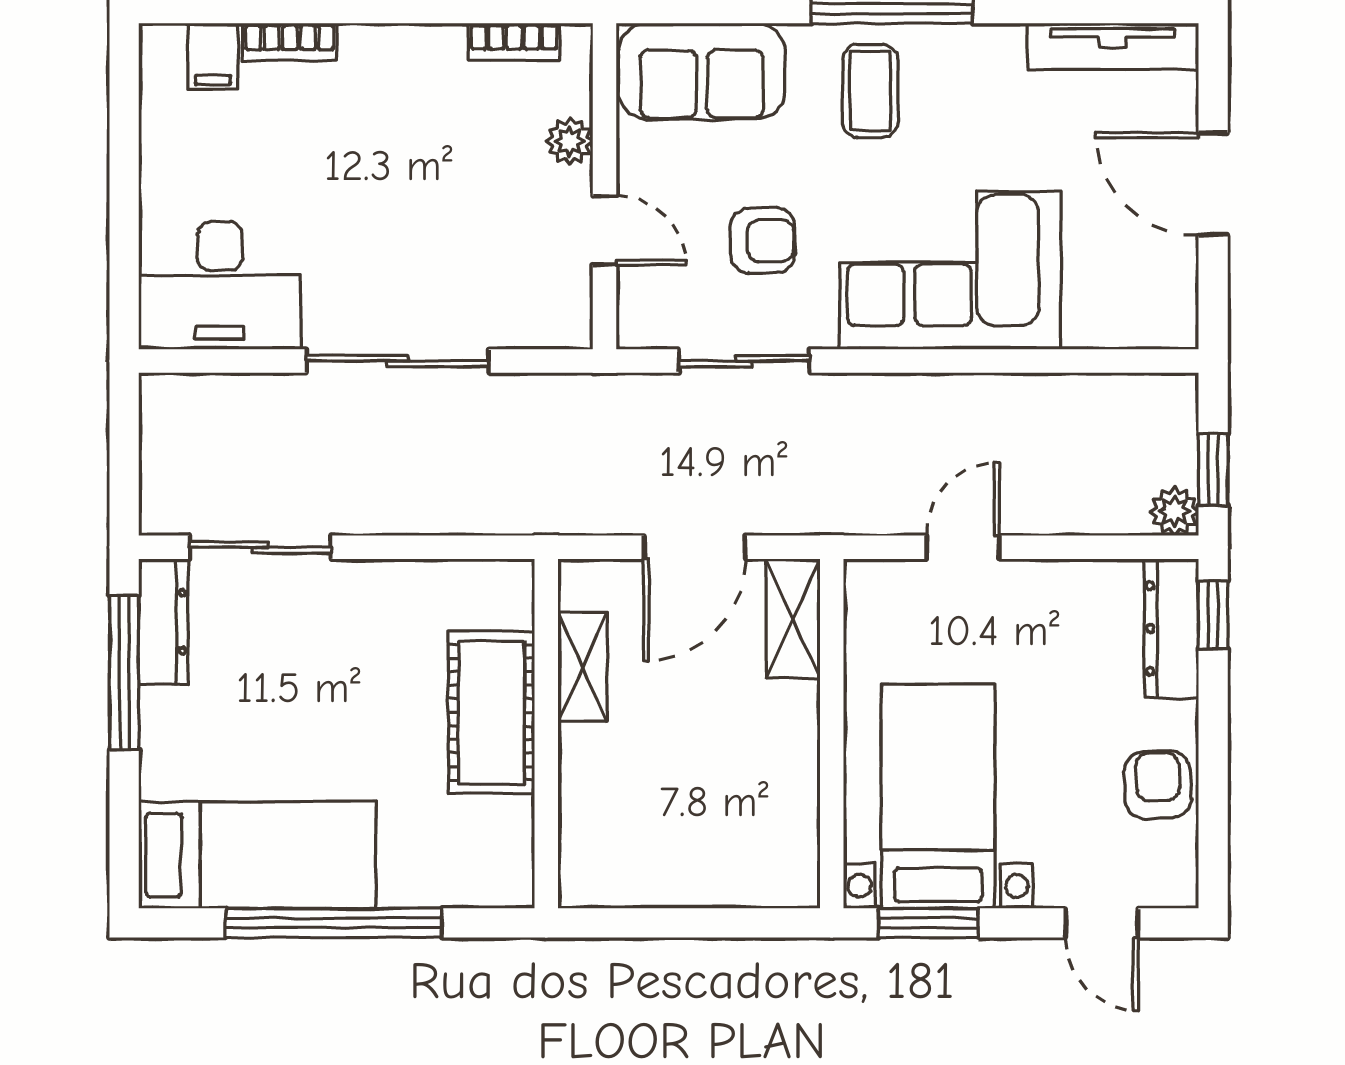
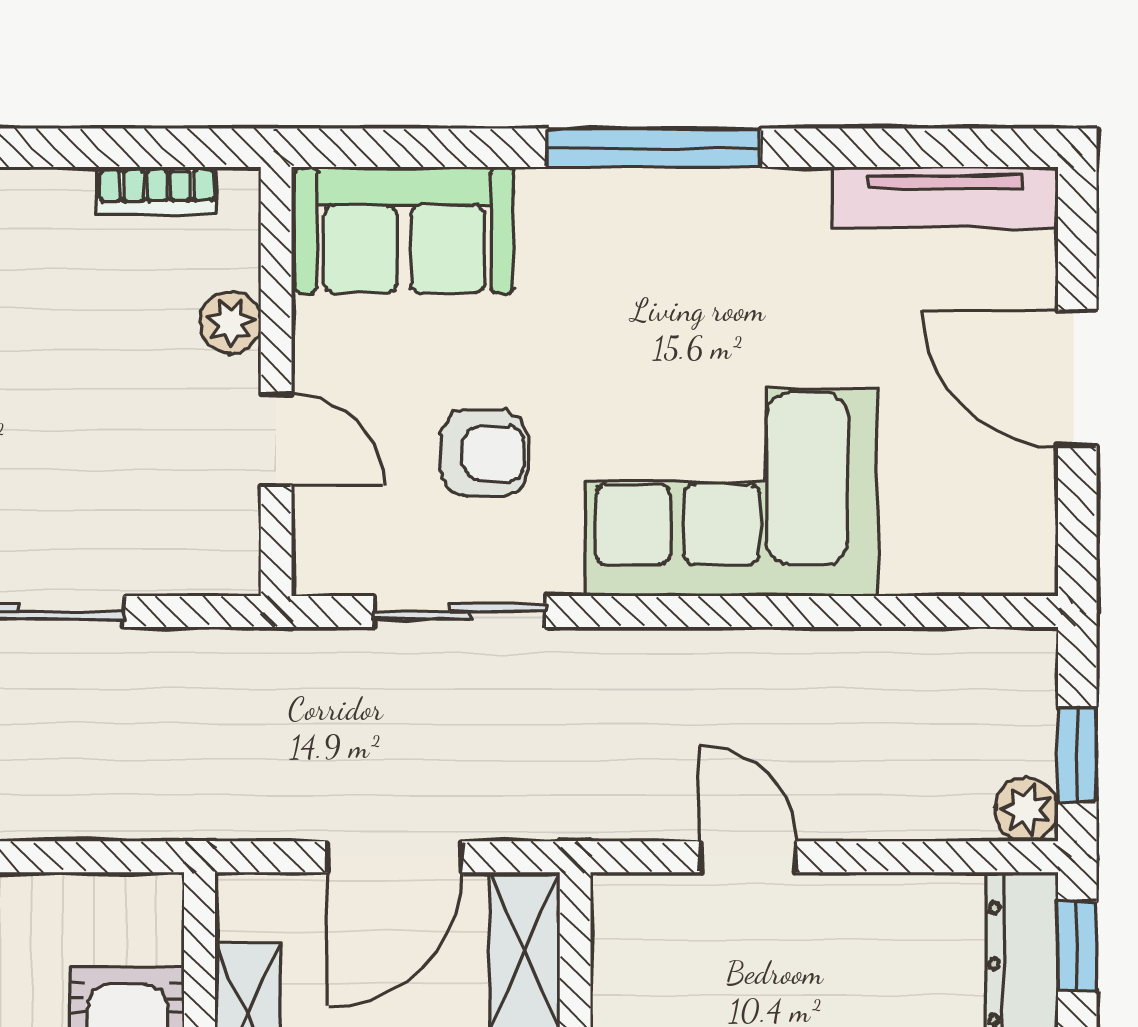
coffee table: (870, 91) -> (626, 256), removed
door: (963, 547) -> (748, 857), hinge flipped

